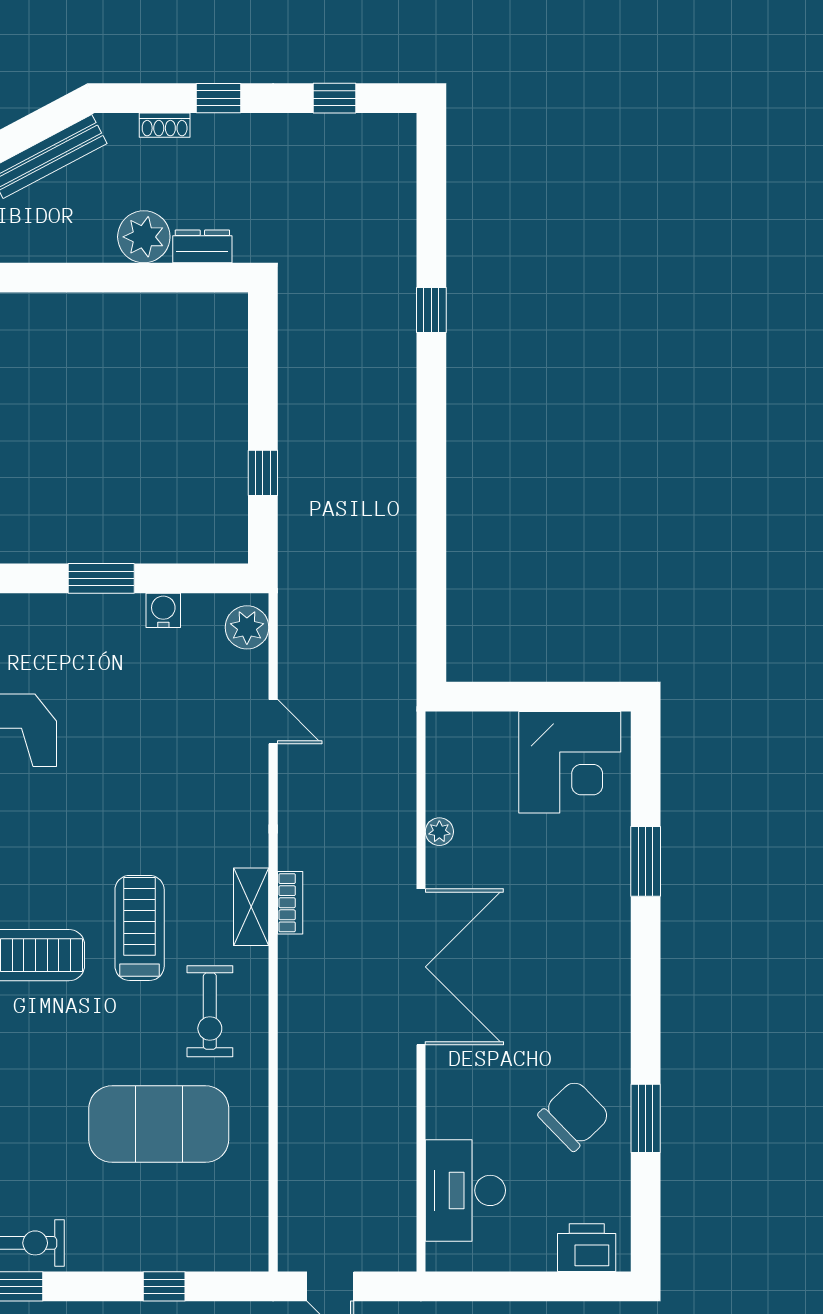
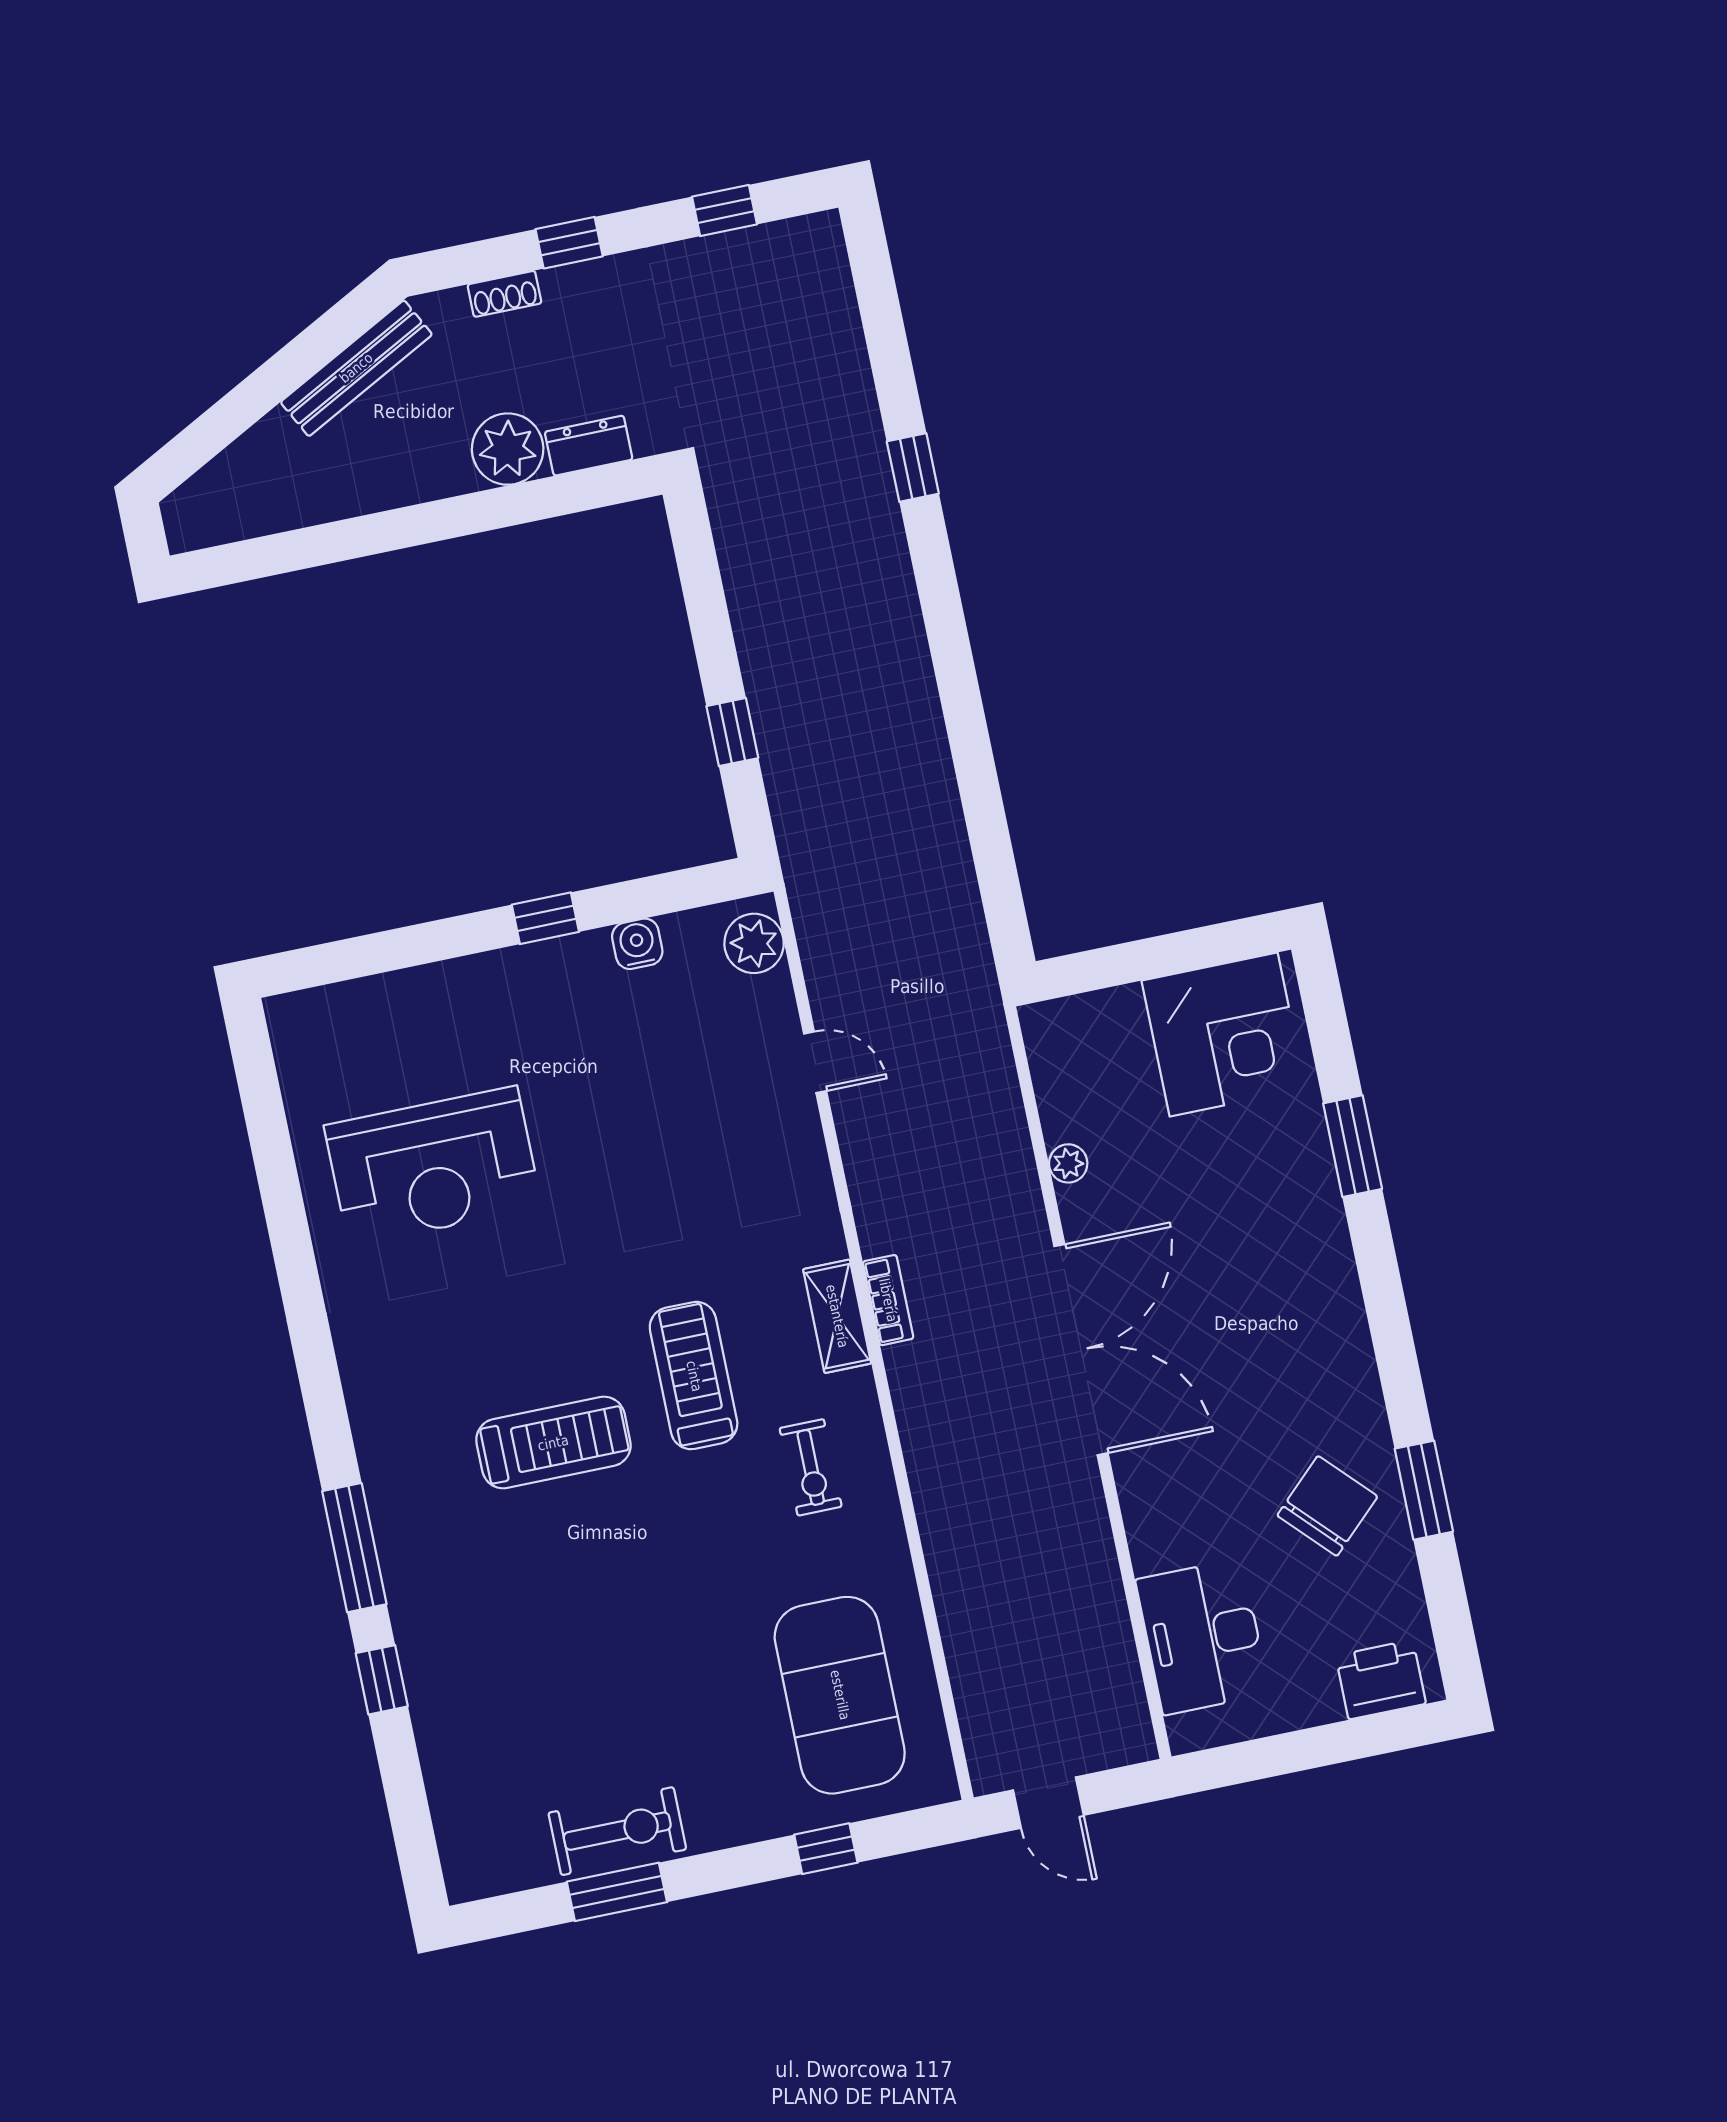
window: (101, 578) -> (545, 918), width x0.67
exercise bike: (210, 1011) -> (811, 1467), width x0.73, depth x0.72
exercise mat: (159, 1124) -> (840, 1695), moved, turned 90

